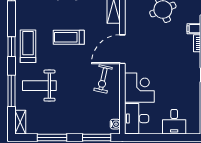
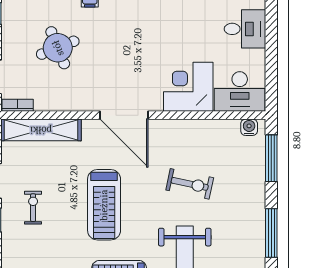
treadmill: (69, 37) -> (104, 205), width x1.37, depth x1.38
exercise bike: (103, 79) -> (190, 184), moved

